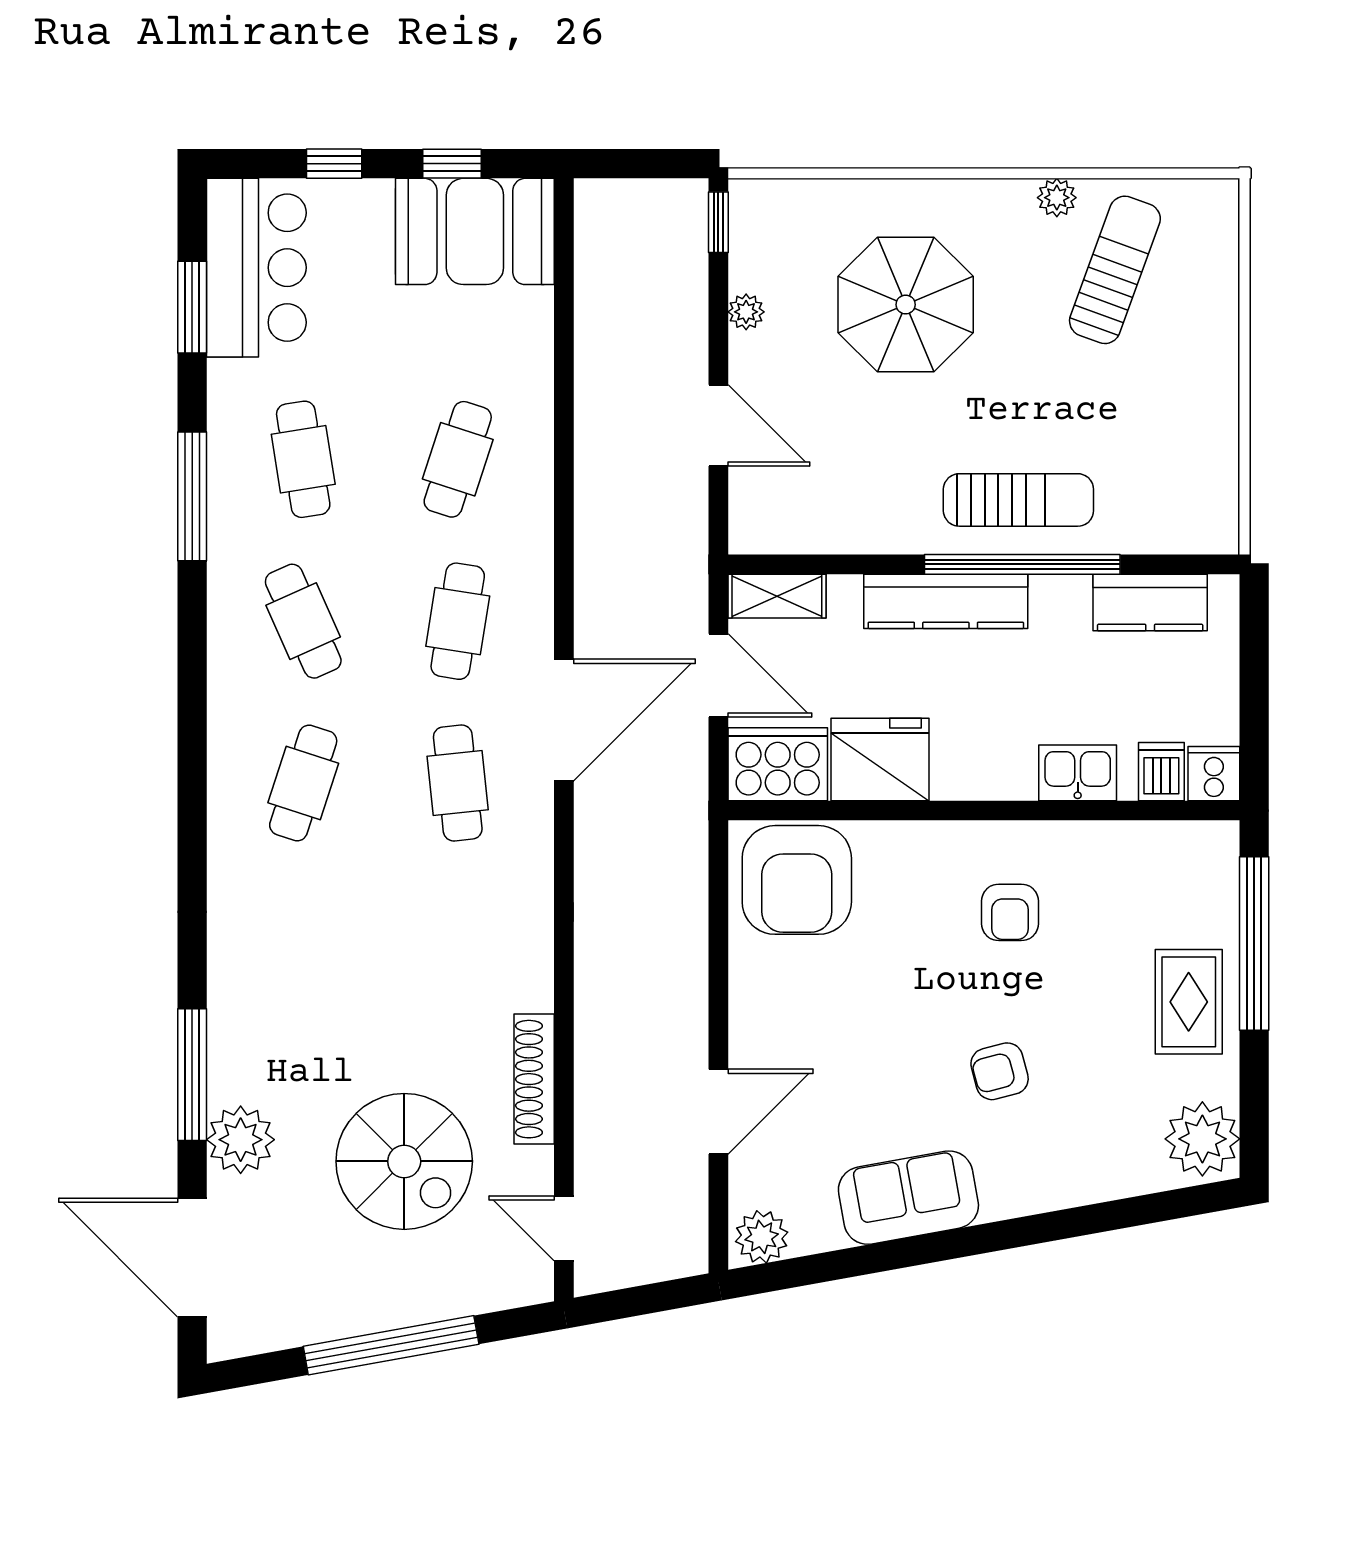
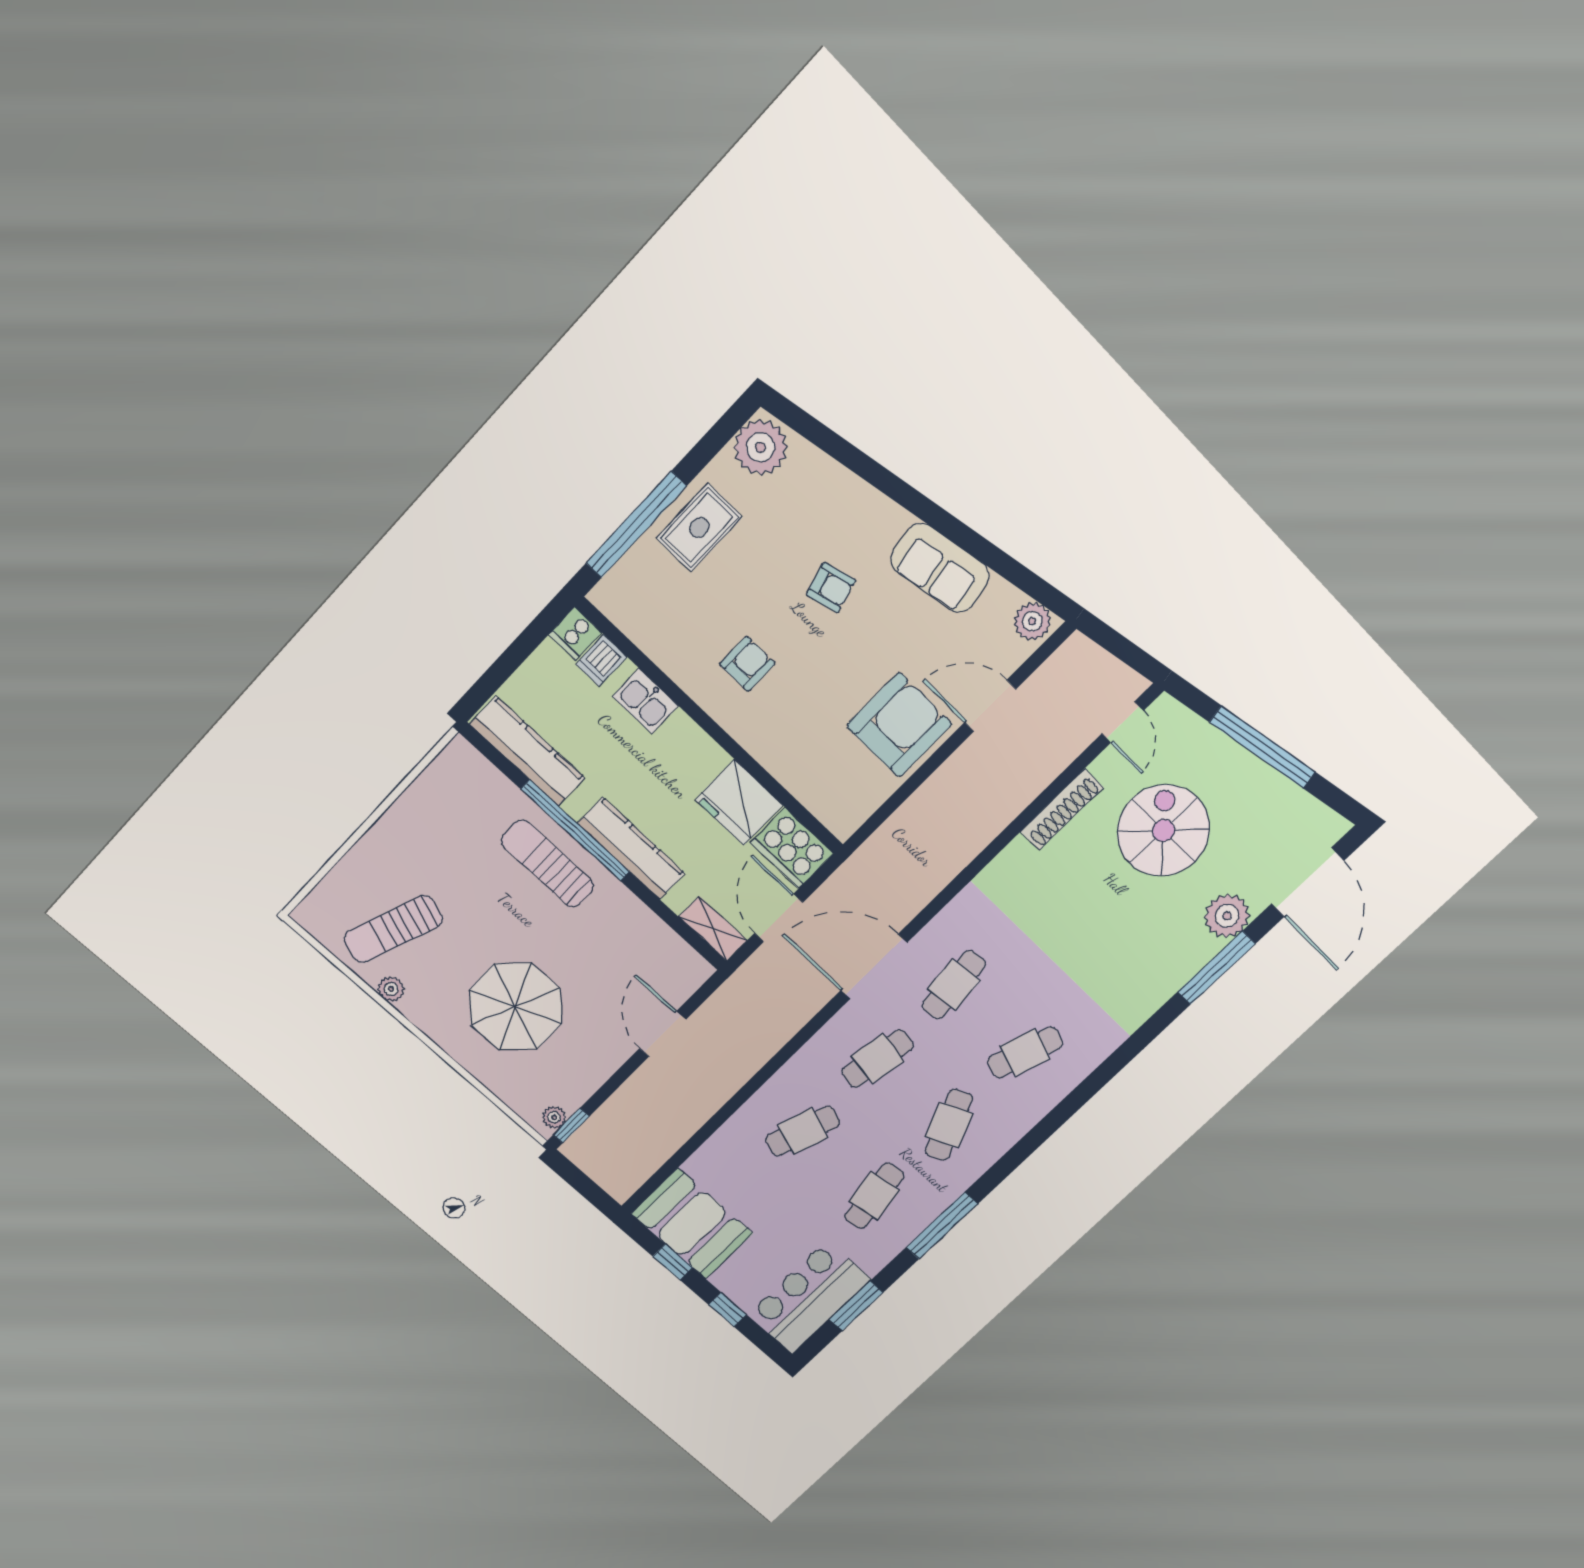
plant: (746, 312) -> (554, 1117), moved
kitchen counter: (1150, 602) -> (527, 751), width x1.50
armchair: (797, 880) -> (899, 725), moved

